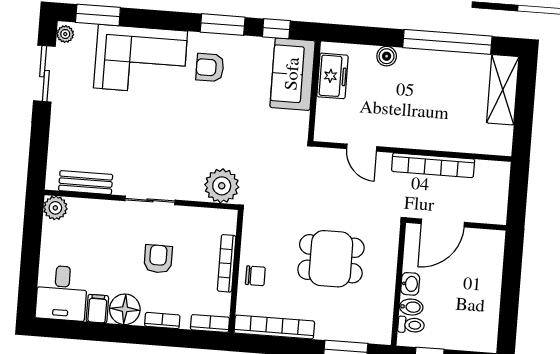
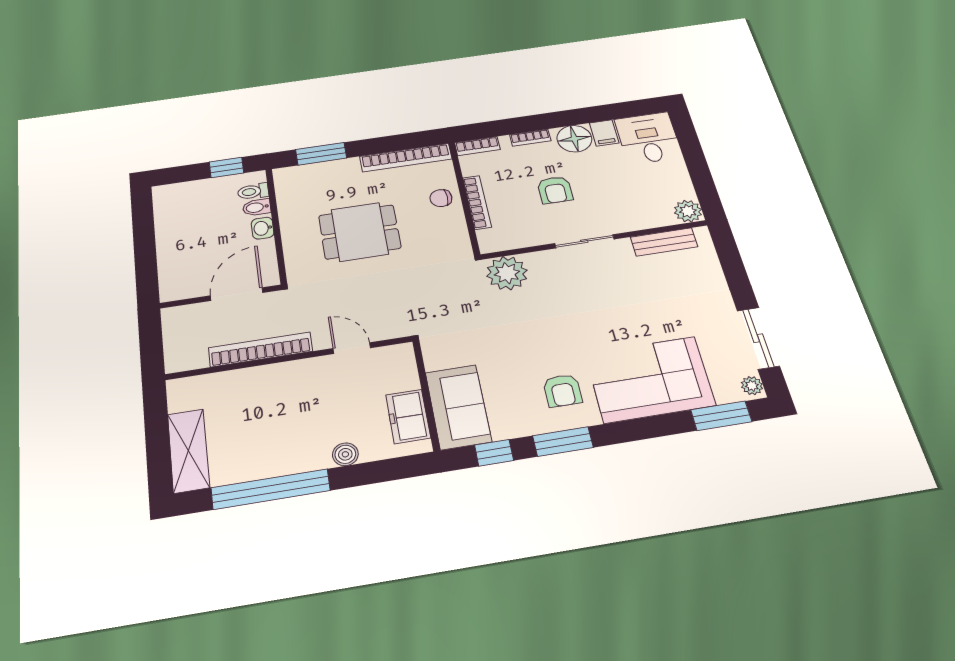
armchair: (210, 67) -> (562, 391), turned 90

